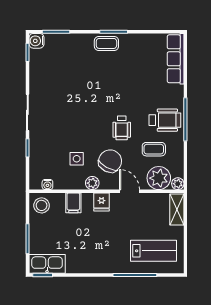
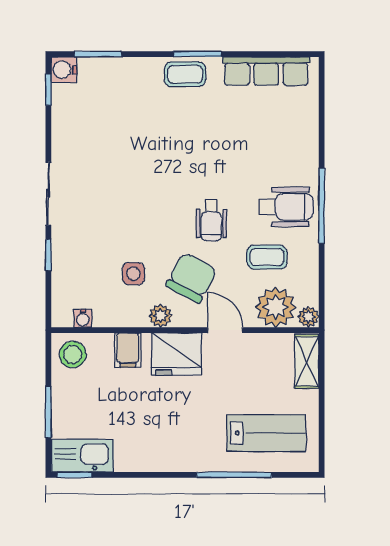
row of seats: (176, 59) -> (266, 71), moved, turned -90
fridge: (101, 202) -> (176, 354), width x1.88, depth x1.34

